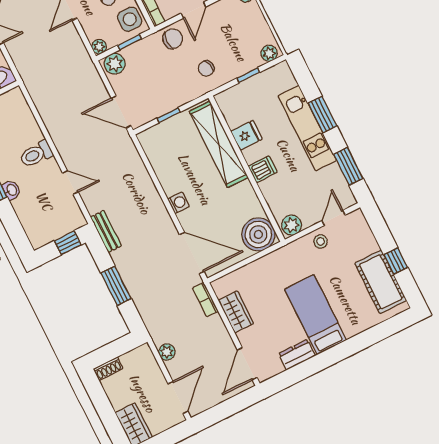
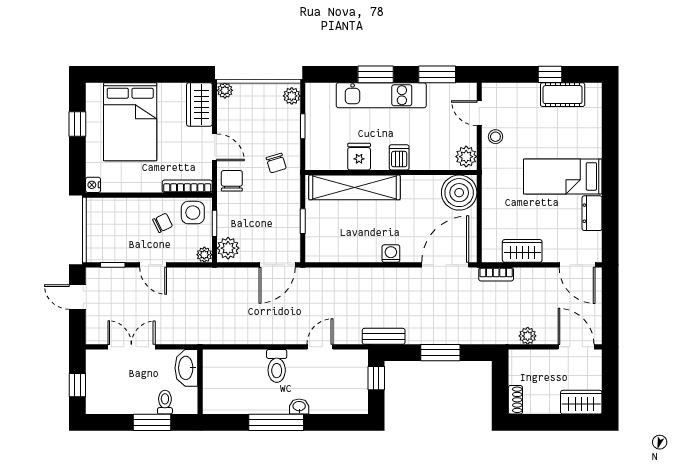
cot: (381, 282) -> (563, 95), width x0.73, depth x0.75

